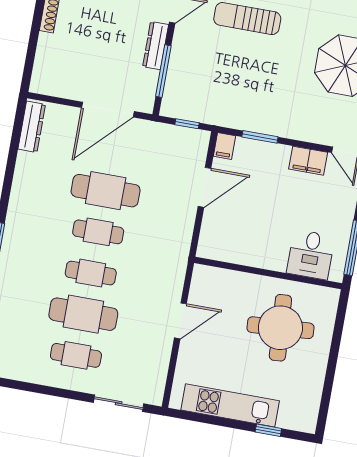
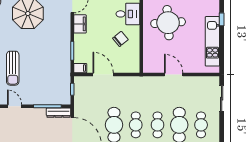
dresser: (156, 46) -> (59, 113), moved
chair: (266, 232) -> (120, 39), added

